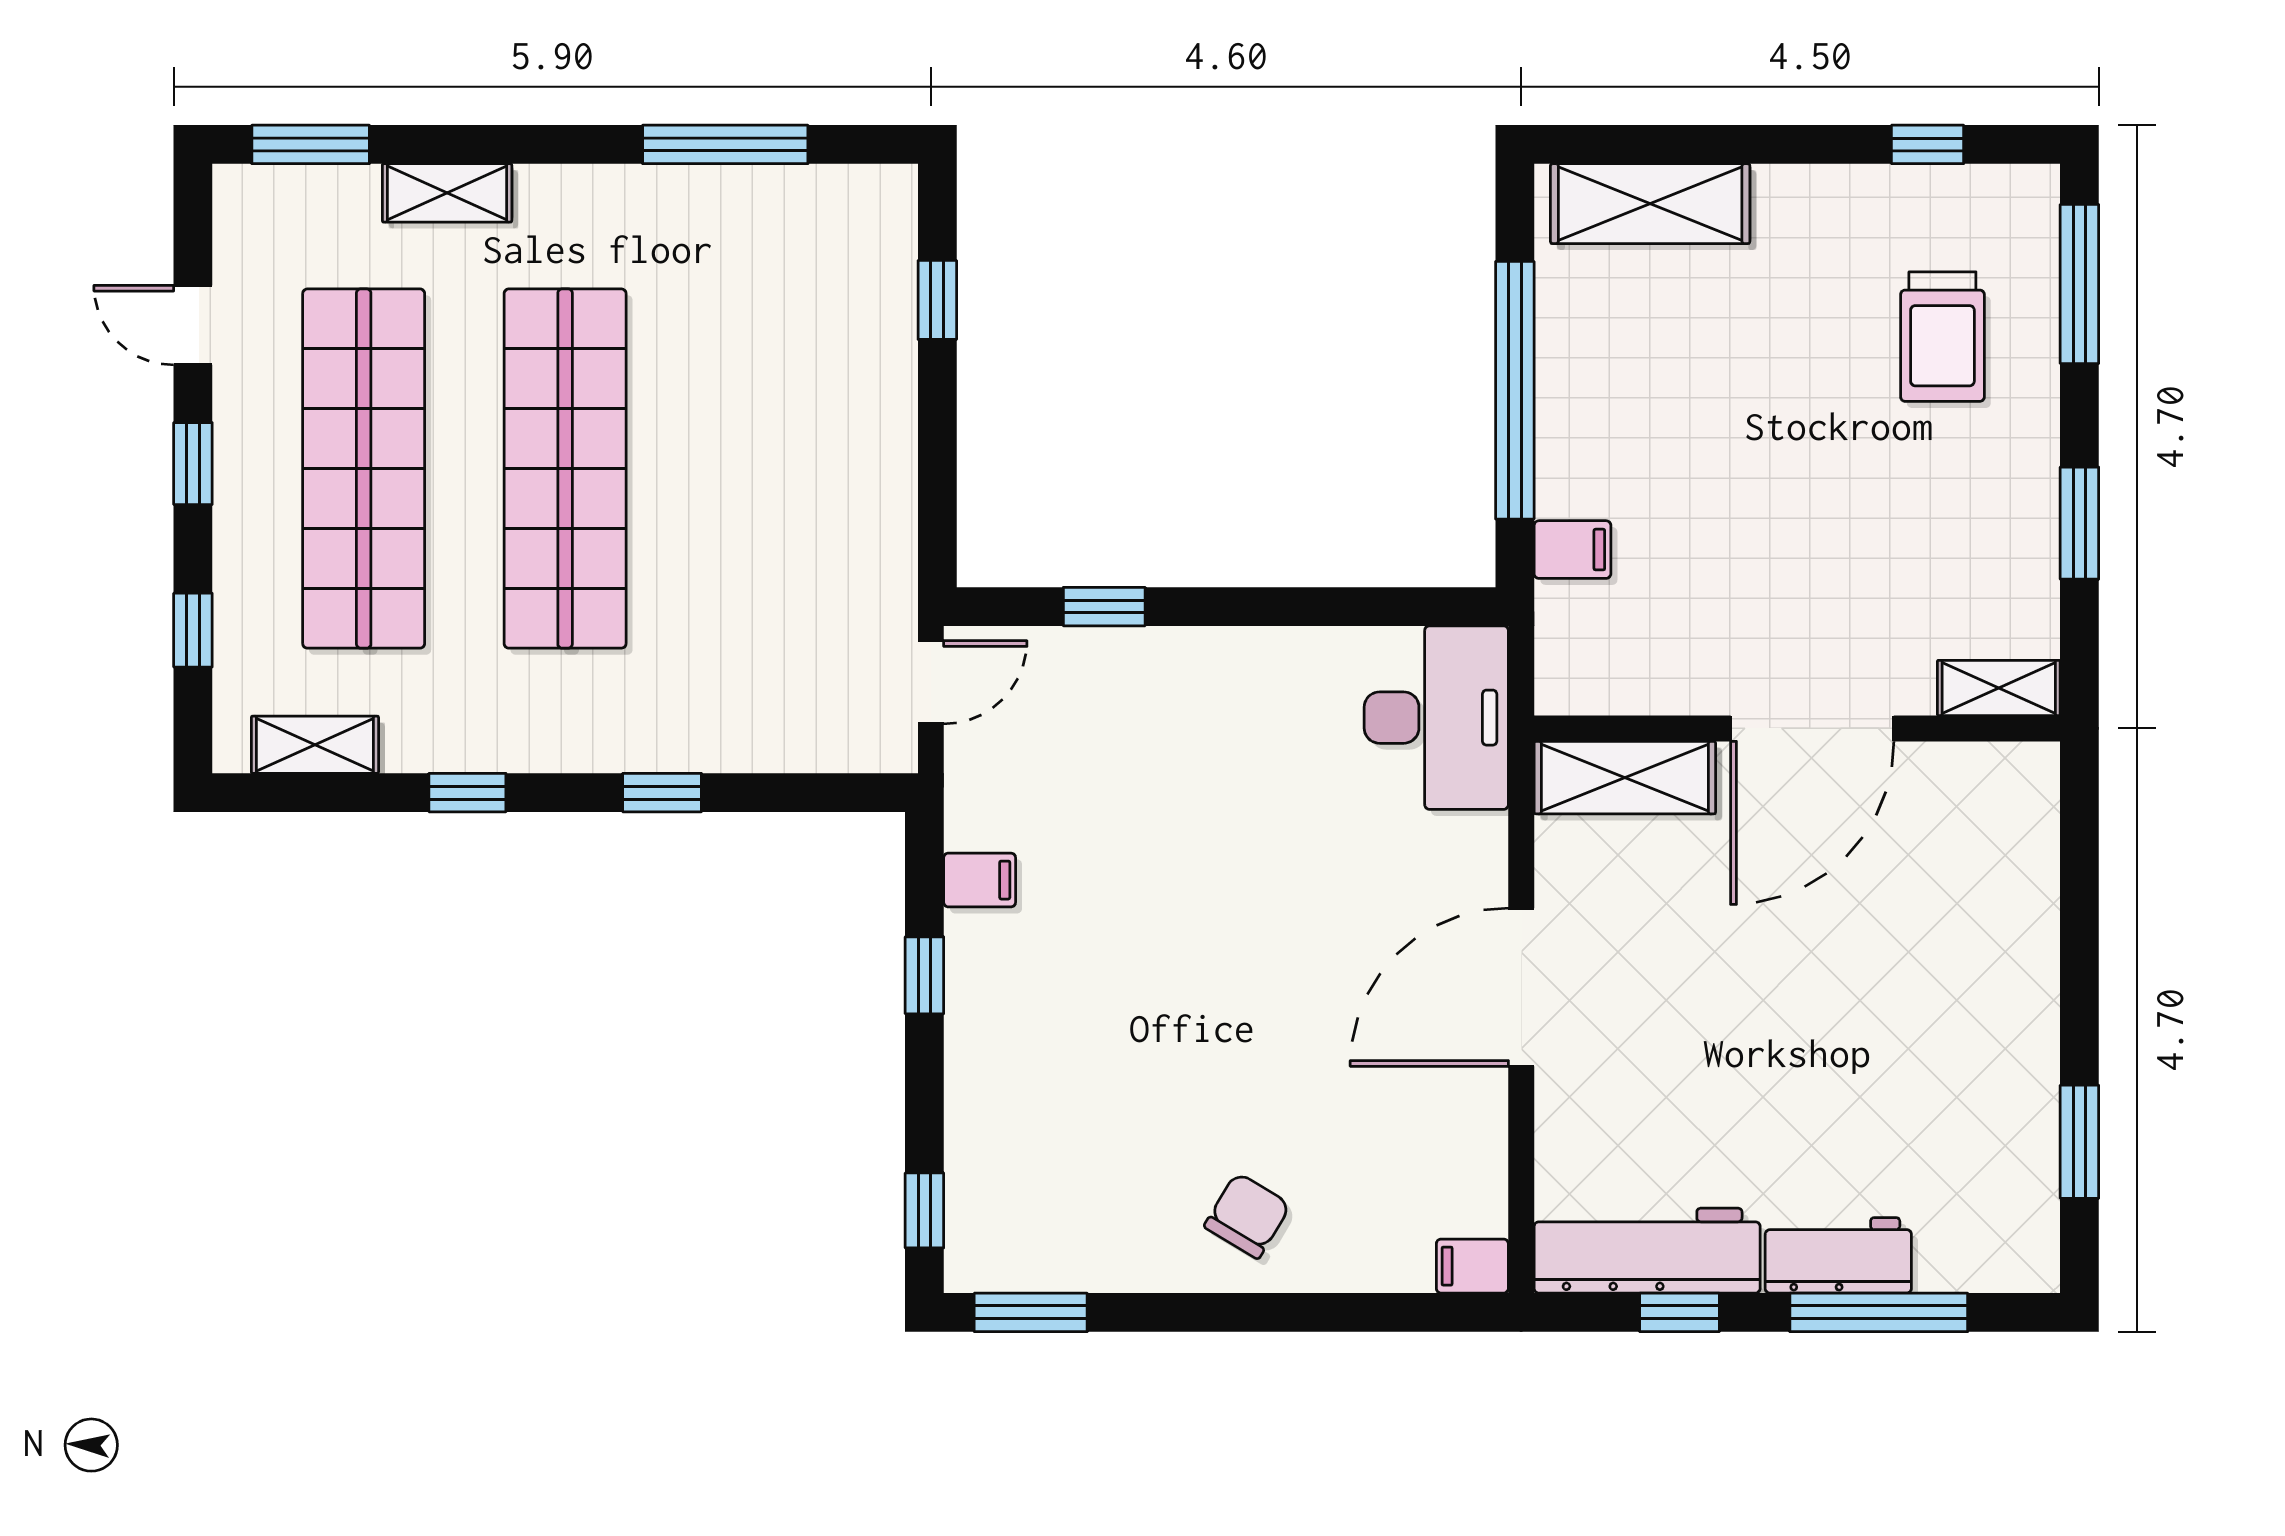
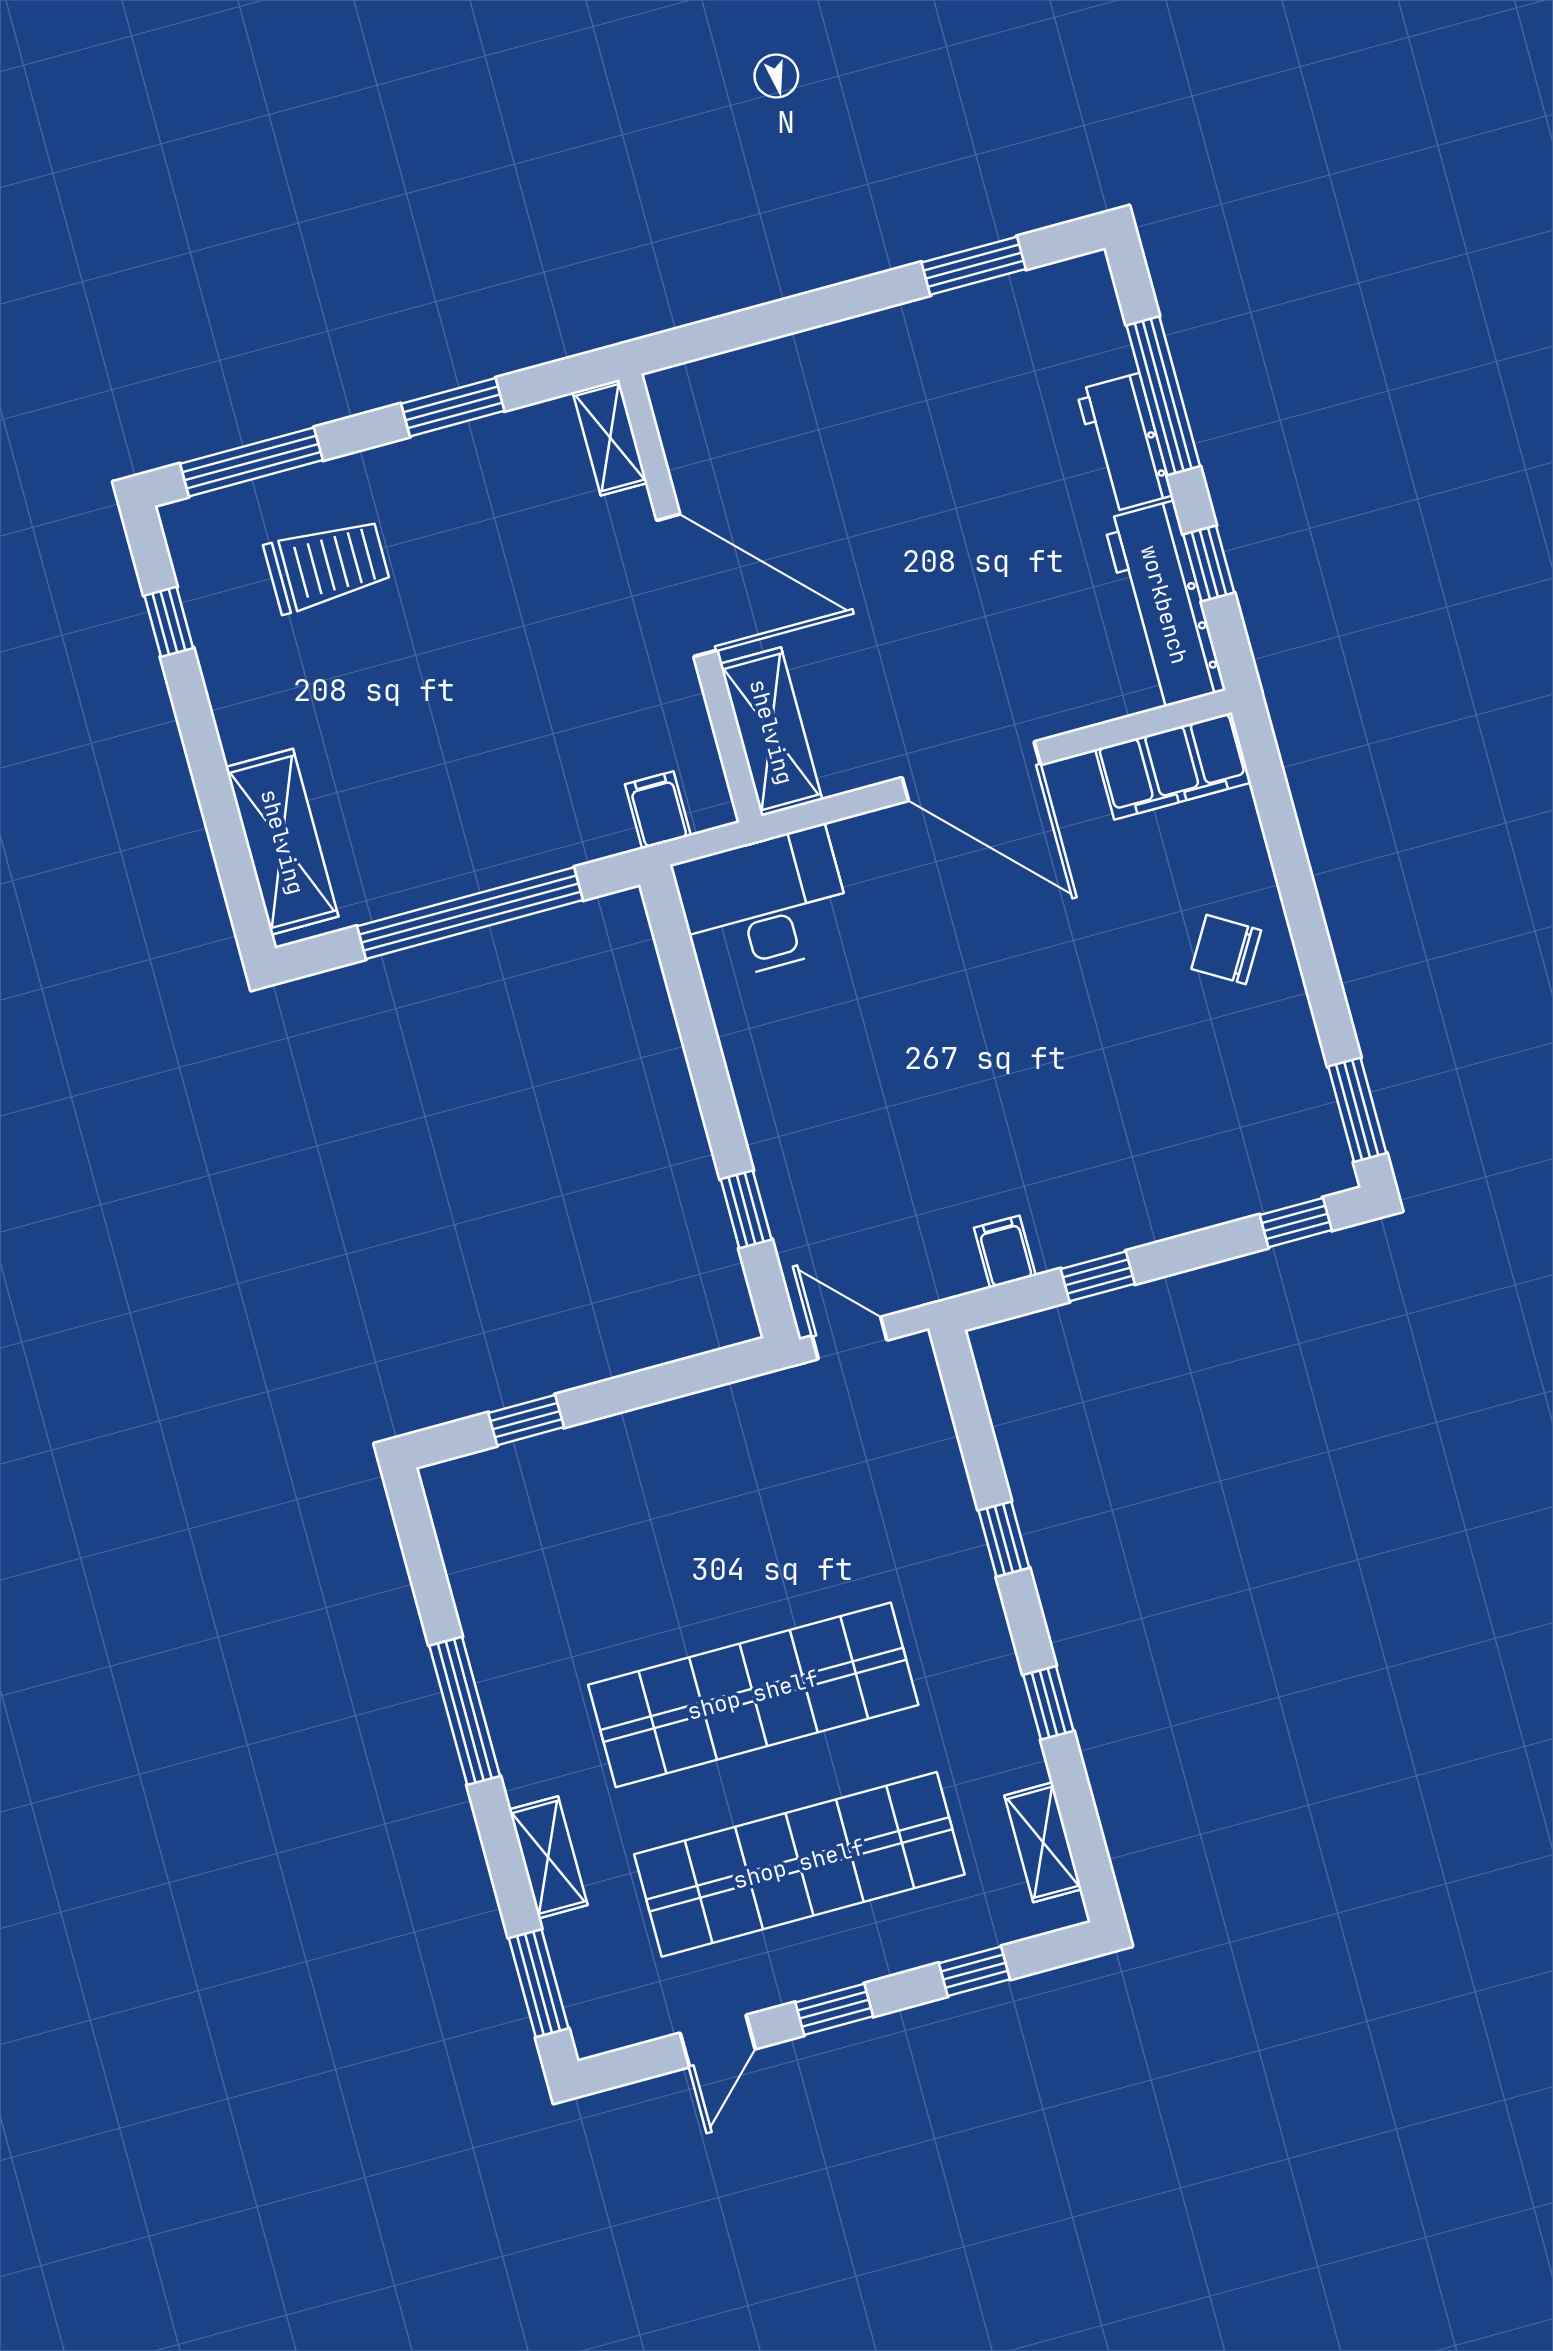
window: (725, 144) -> (465, 1711), moved
filing cabinet: (1572, 550) -> (658, 810), moved
filing cabinet: (1472, 1266) -> (1173, 766), width x3.00, depth x1.17

